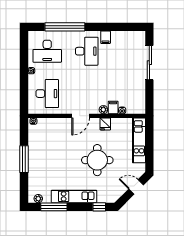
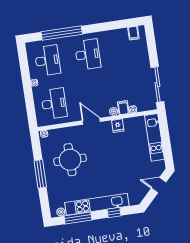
filing cabinet: (106, 37) -> (133, 33), moved
desk: (47, 51) -> (47, 60), turned -90
sliding door: (149, 63) -> (157, 84), moved
door: (81, 116) -> (91, 121), swing flipped
round table: (97, 160) -> (70, 160), moved
kitchen unit: (74, 196) -> (97, 204), width x1.36
window: (99, 207) -> (114, 213), moved

